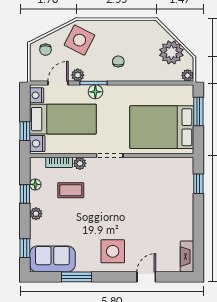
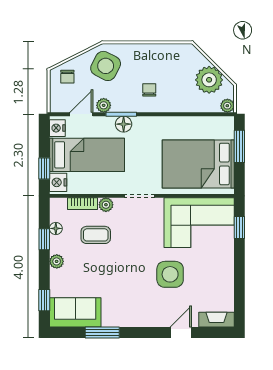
corner sofa: (163, 179) -> (199, 223), added
side table: (113, 251) -> (170, 274), moved
fireplace: (187, 257) -> (216, 320), moved, turned 90

